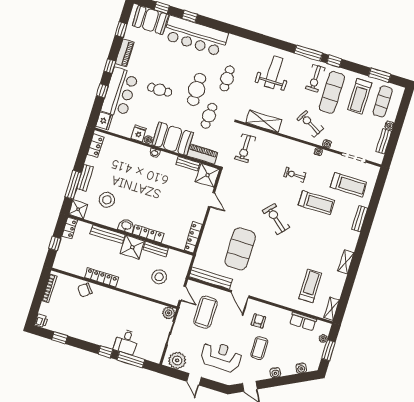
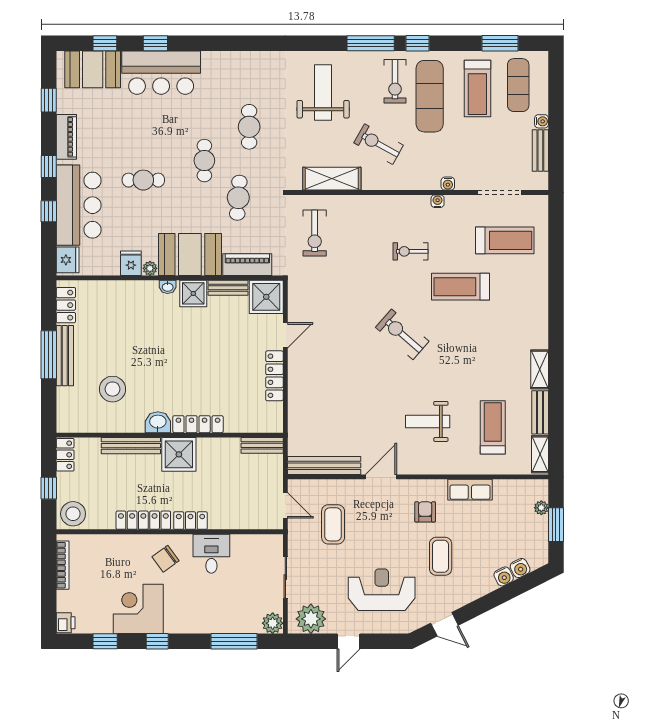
bar counter: (196, 36) -> (161, 73), width x0.73
cafe table: (197, 89) -> (204, 161), width x0.73, depth x0.74
exercise bike: (310, 124) -> (379, 144), moved
bench: (85, 178) -> (65, 356), width x1.36
window: (73, 185) -> (49, 355), moved
door: (211, 200) -> (285, 335), hinge flipped
treadmill: (316, 203) -> (461, 287), turned 180
shower: (78, 209) -> (193, 293), moved
bench: (360, 219) -> (540, 412), moved
locker: (193, 237) -> (274, 376), moved
bench: (156, 249) -> (262, 445), moved
exercise mat: (240, 249) -> (358, 402), removed
weight bench: (275, 272) -> (428, 421), added
stool: (159, 277) -> (73, 514), moved
locker: (127, 286) -> (190, 521), added
chair: (85, 290) -> (166, 559), moved
door: (240, 294) -> (381, 477), swing flipped
coffee table: (205, 312) -> (333, 524), width x0.73, depth x0.76
plant: (169, 313) -> (273, 623), moved
row of seats: (303, 321) -> (470, 490), moved
corner desk: (84, 326) -> (138, 609), added
desk: (126, 342) -> (211, 554), moved, turned 180
window: (105, 352) -> (157, 641), moved
water cooler: (275, 373) -> (504, 576), moved
door: (194, 379) -> (348, 641), hinge flipped

